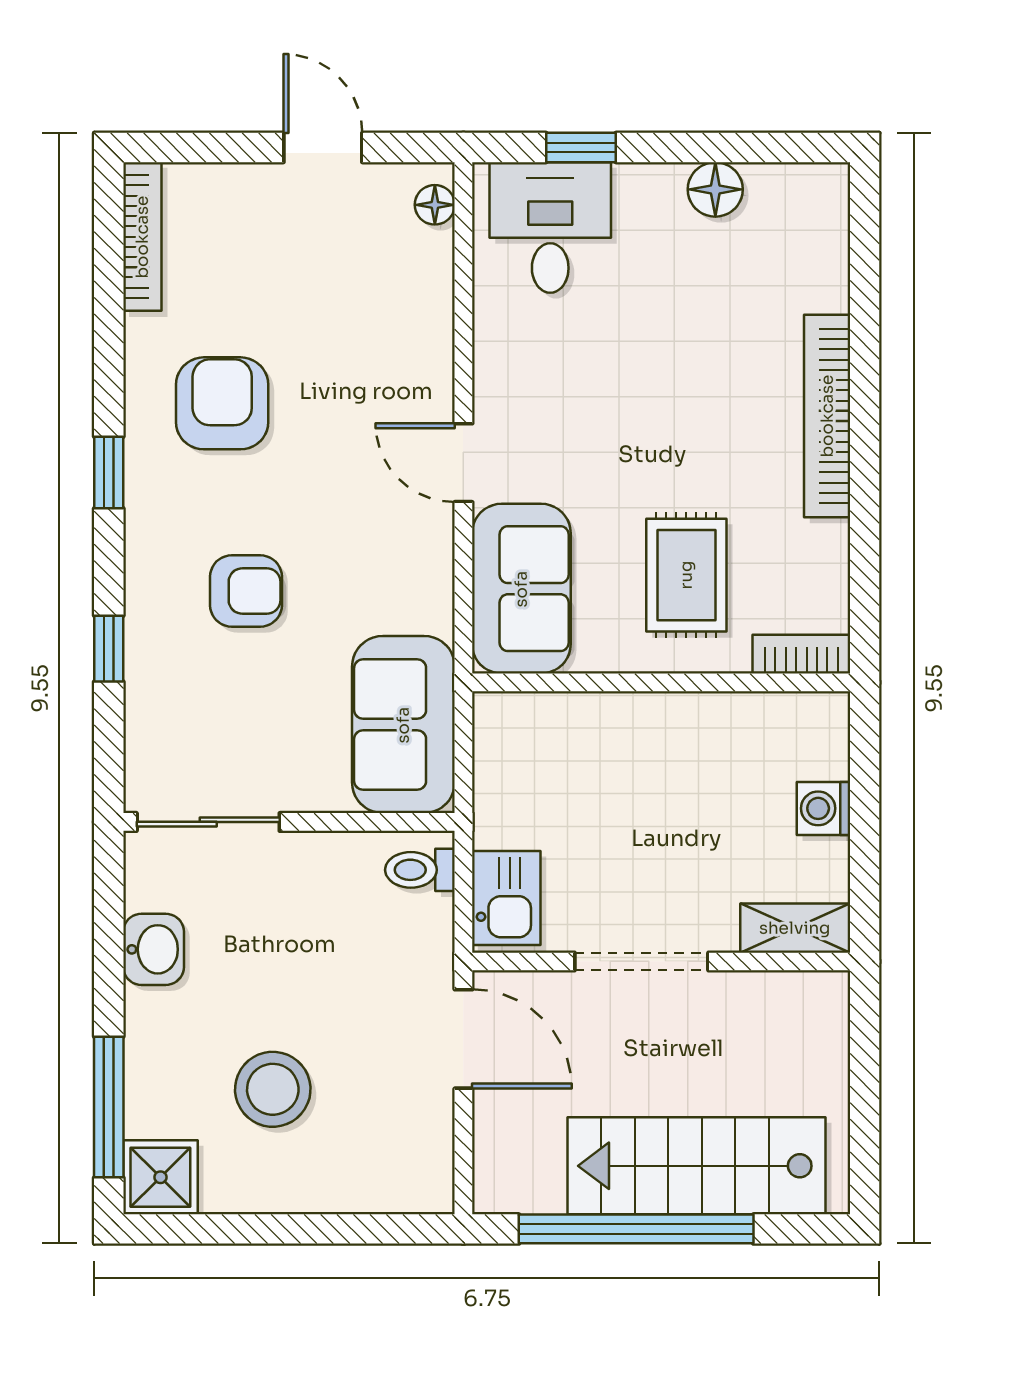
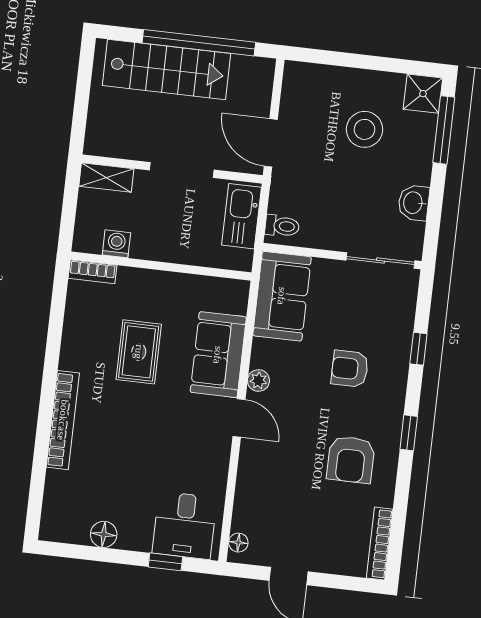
plant: (432, 545) -> (258, 380), added
bookcase: (801, 654) -> (92, 272), moved
wall: (661, 682) -> (161, 266), moved
washing machine: (823, 808) -> (116, 244), moved, turned -90
kitchen sink: (506, 898) -> (242, 216), width x1.38

